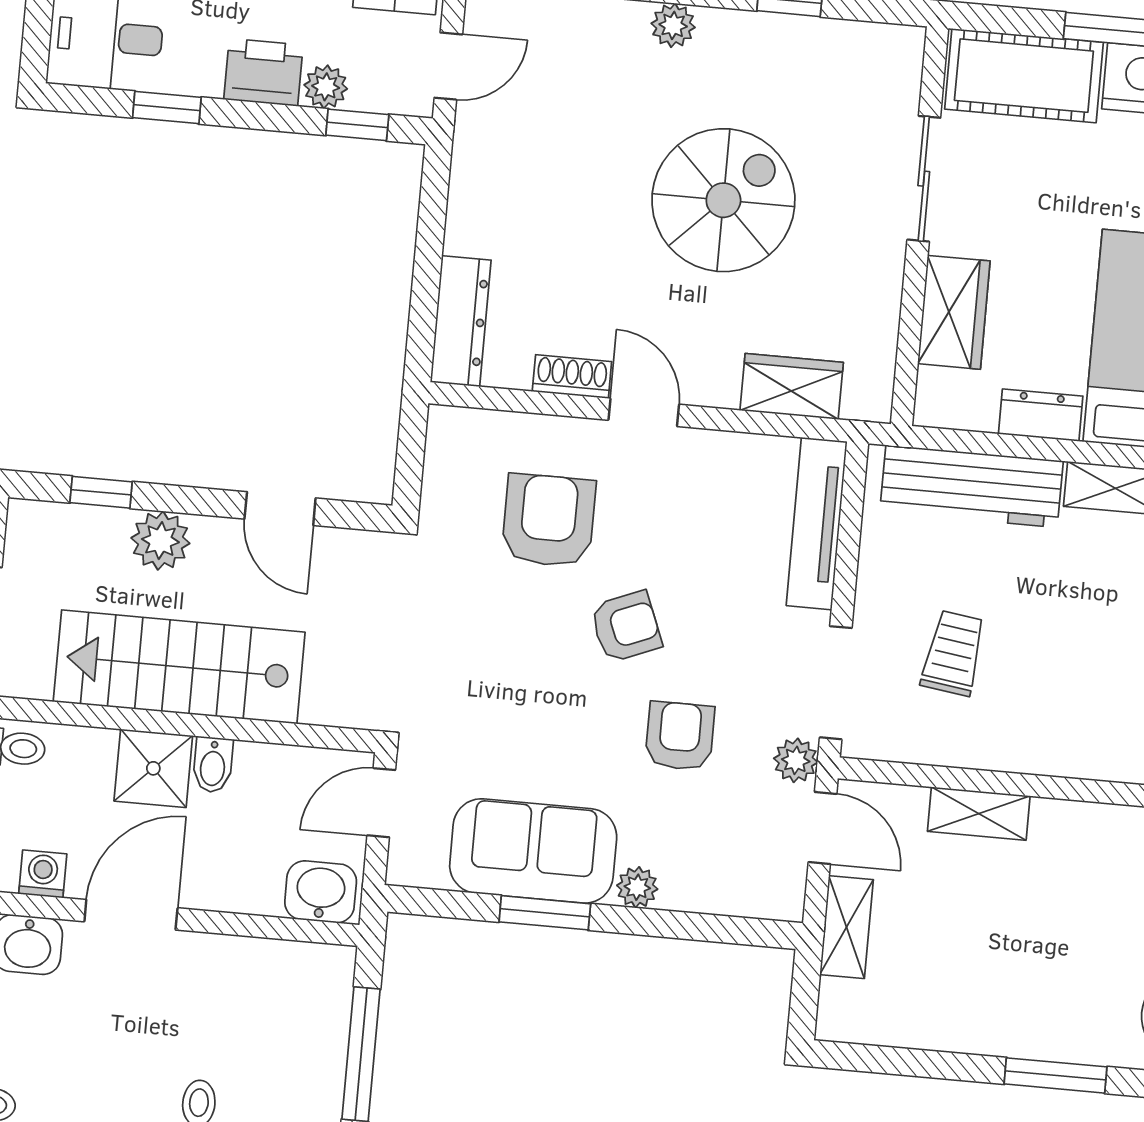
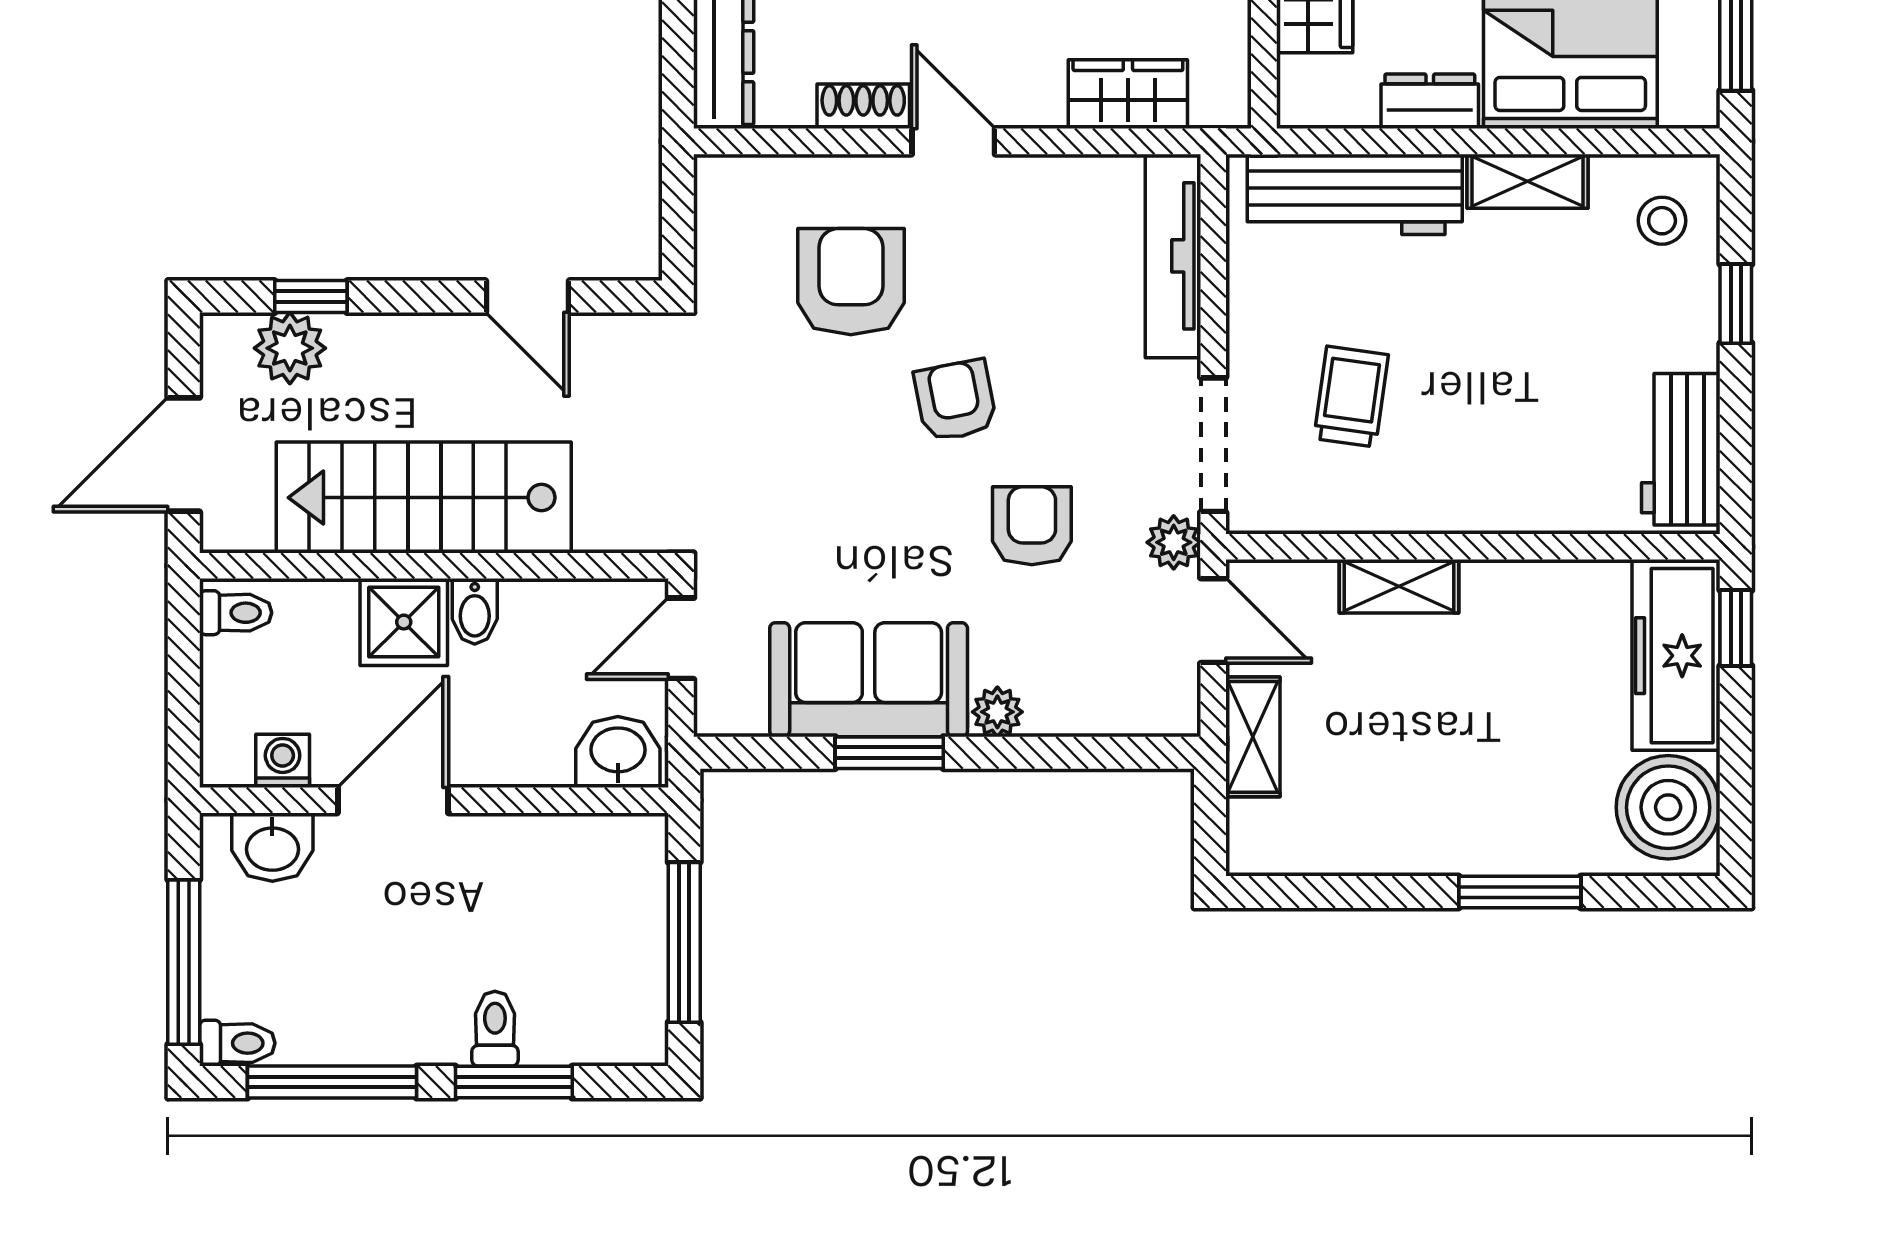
plant: (160, 541) -> (290, 348), moved
armchair: (626, 627) -> (955, 400), turned -79

